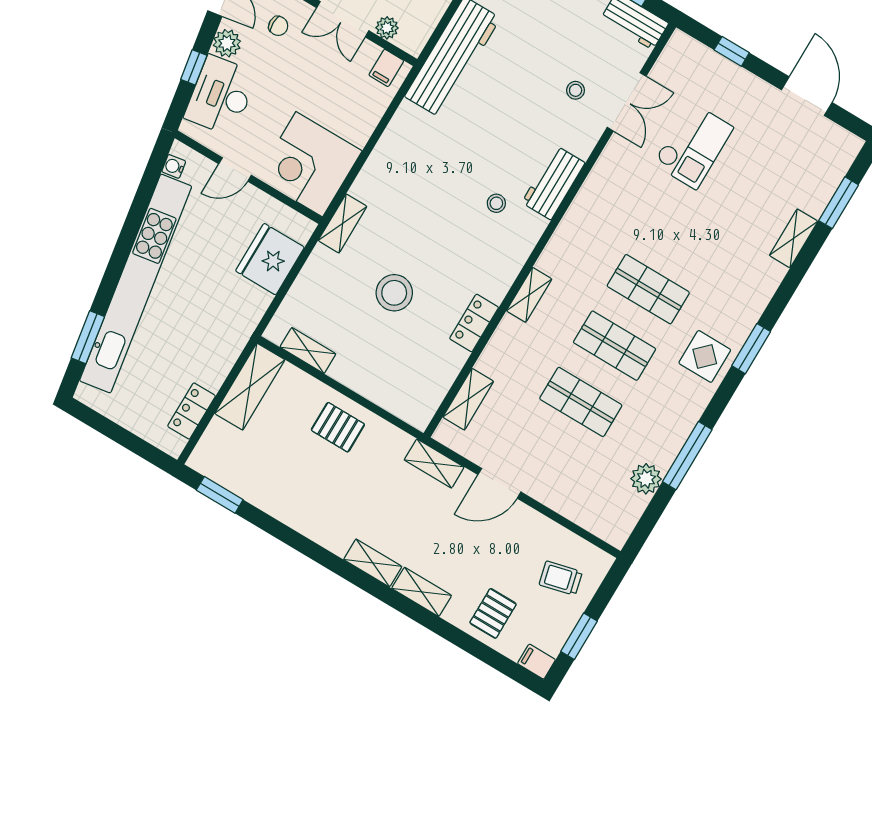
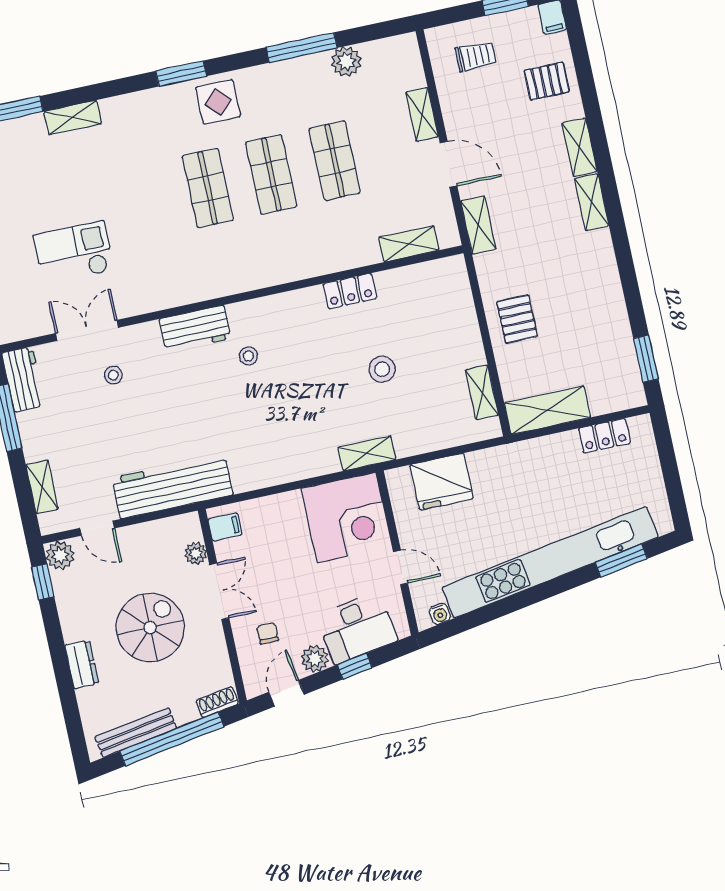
stool: (394, 293) -> (382, 369), width x0.73, depth x0.73
shelving: (529, 295) -> (422, 114), moved, turned 90
trolley: (561, 578) -> (476, 56), turned -76

